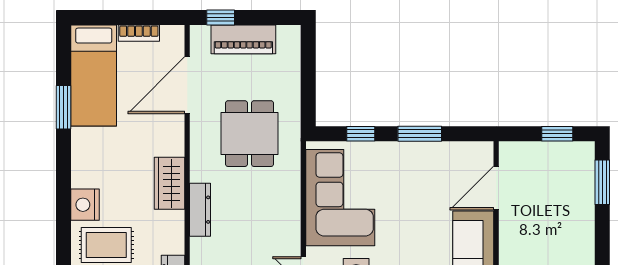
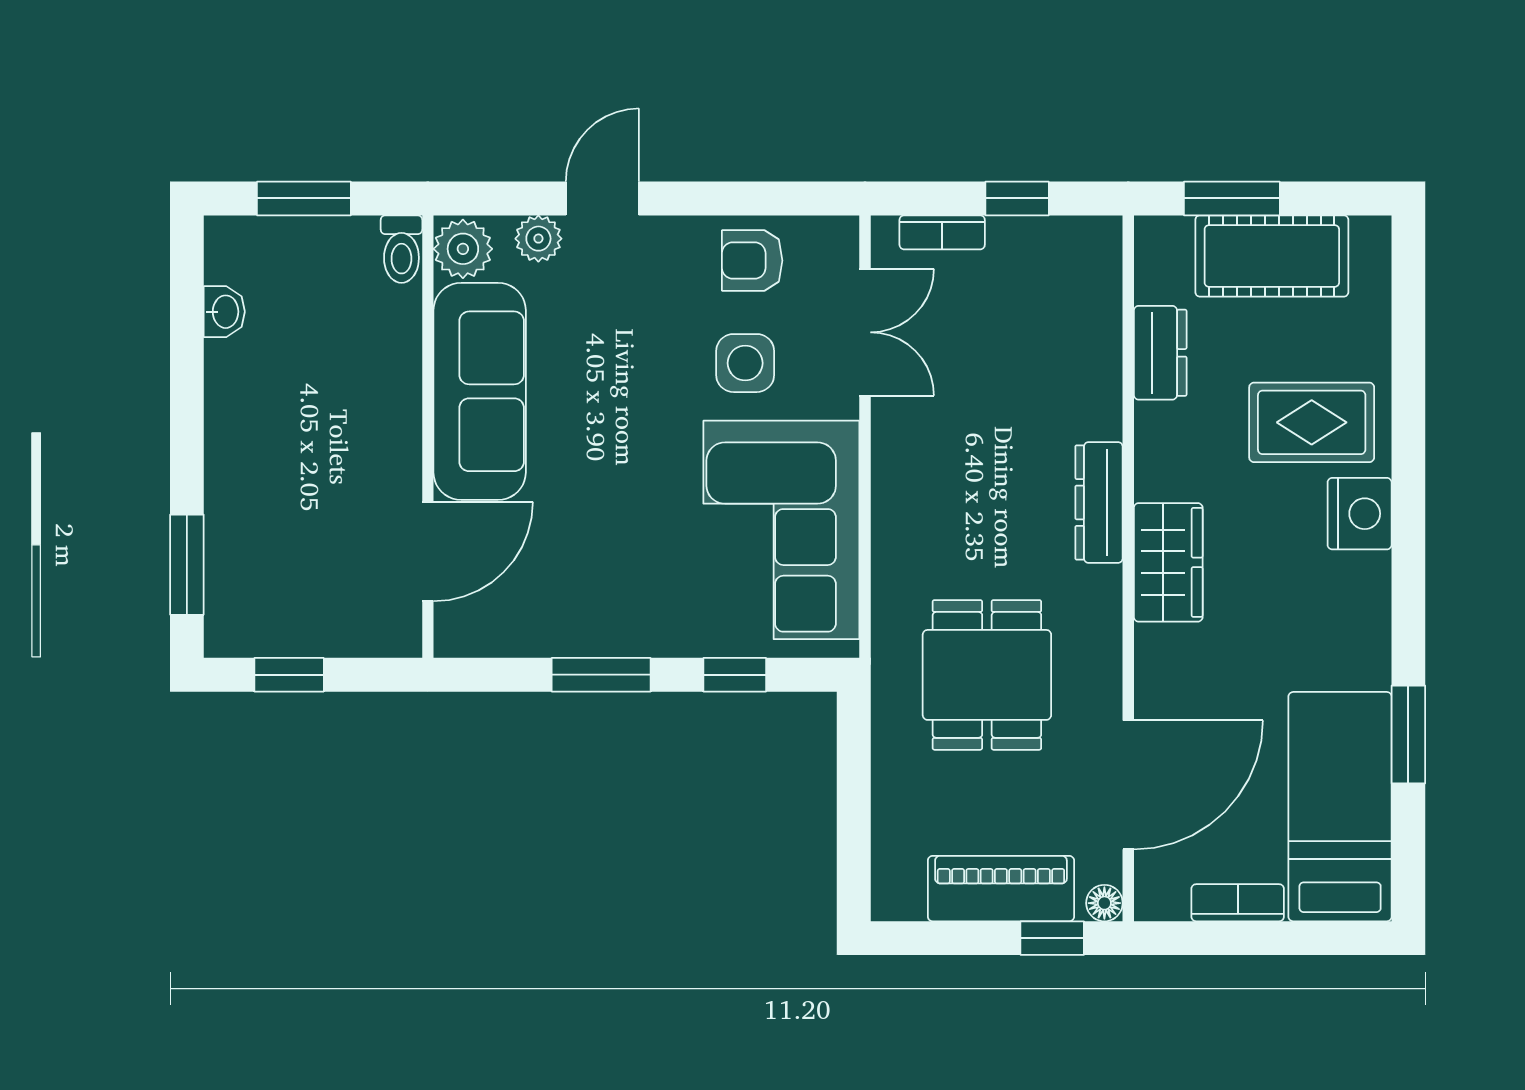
floor lamp: (198, 33) -> (1104, 903), added

